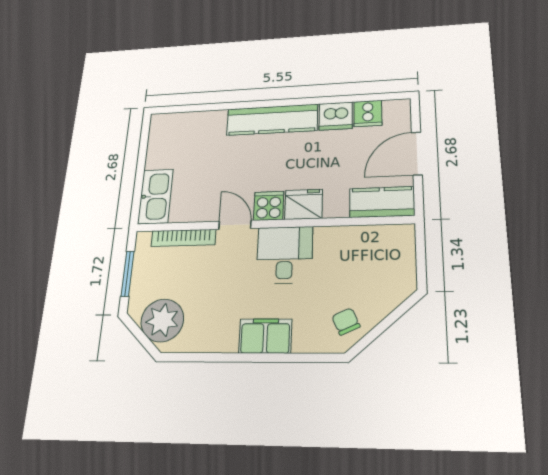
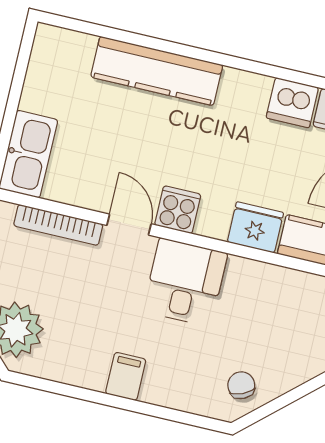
kitchen counter: (272, 120) -> (157, 71), moved
fridge: (304, 204) -> (255, 227), moved
filing cabinet: (265, 336) -> (126, 376), width x0.50

